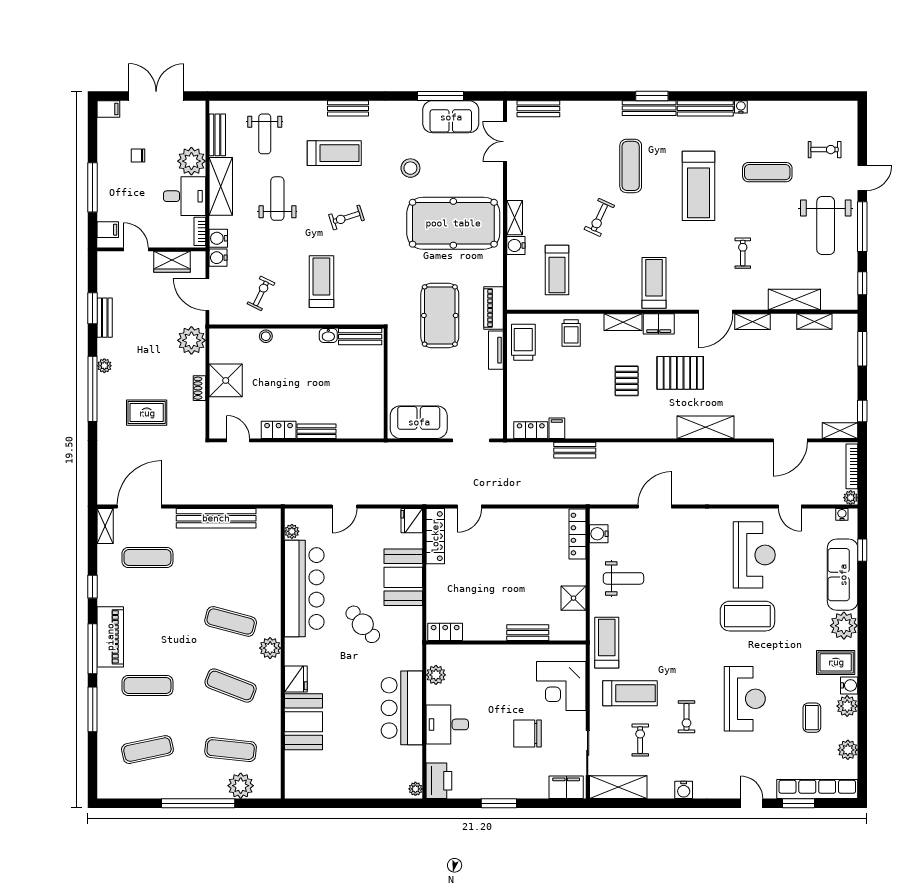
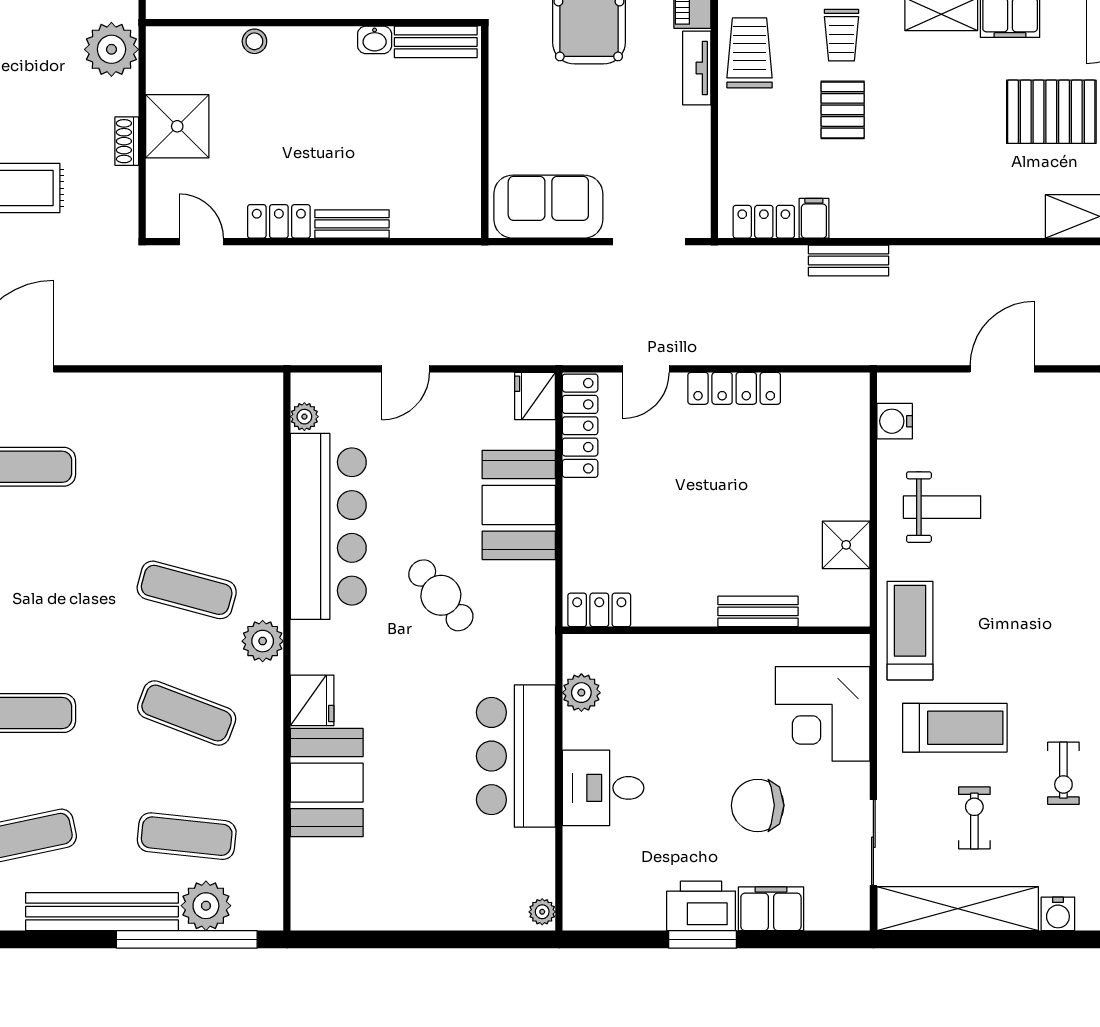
pallet: (627, 381) -> (843, 110), moved
bench: (216, 518) -> (102, 912), moved
locker: (578, 534) -> (734, 388), moved, turned -90
printer: (439, 781) -> (701, 906), moved, turned -90
filing cabinet: (566, 787) -> (771, 909), moved
shelving: (618, 787) -> (958, 909), width x1.47
window: (198, 803) -> (187, 939), moved

